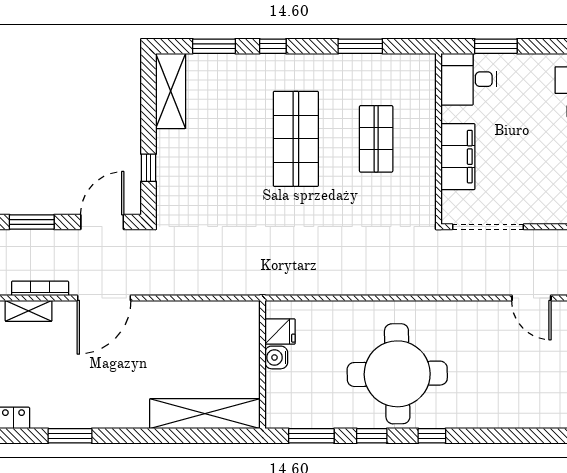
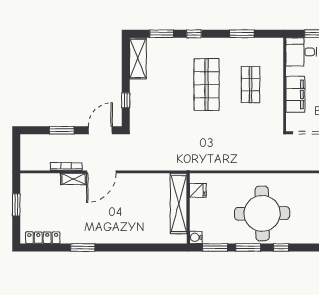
shelving: (29, 311) -> (74, 179), moved
water cooler: (276, 357) -> (196, 237), moved
shelving: (205, 414) -> (179, 203), moved, turned 90
window: (372, 436) -> (248, 247), width x1.50

